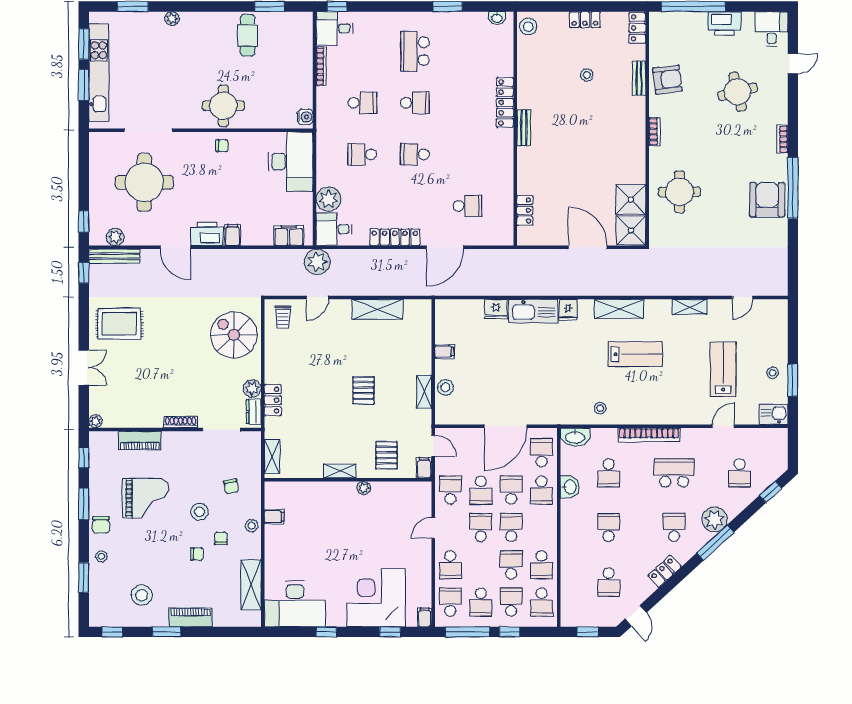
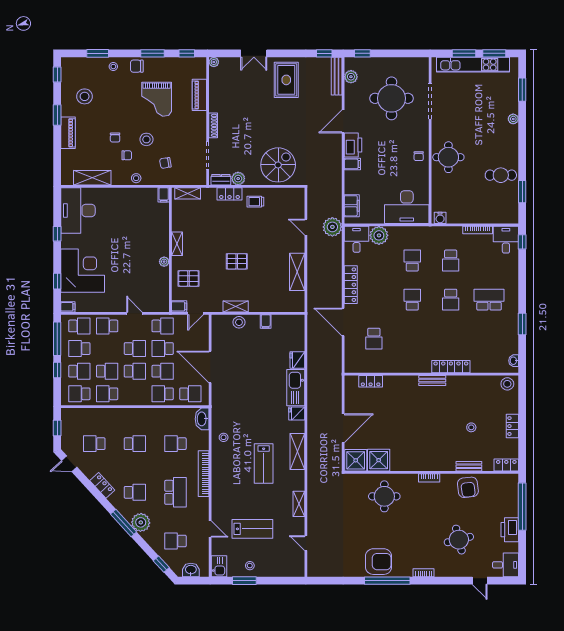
trolley: (283, 317) -> (255, 202), moved
washbasin: (570, 487) -> (191, 570), moved, turned 180
filing cabinet: (274, 517) -> (164, 195), moved

